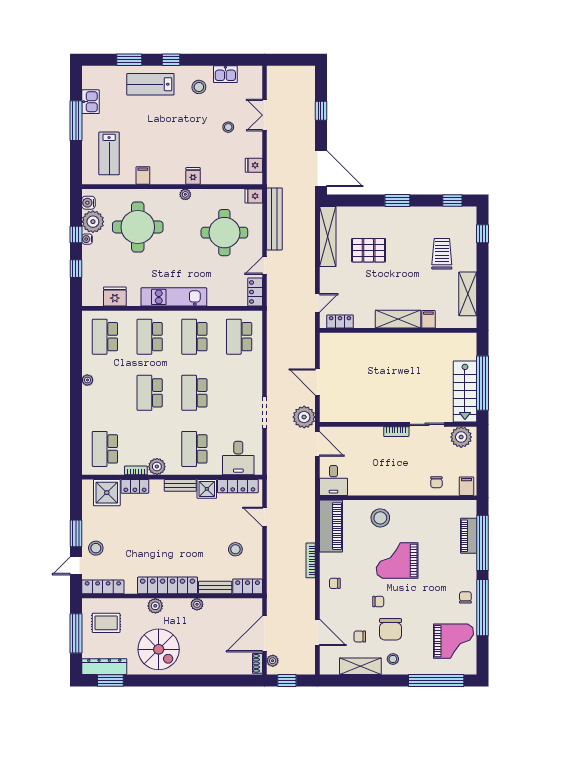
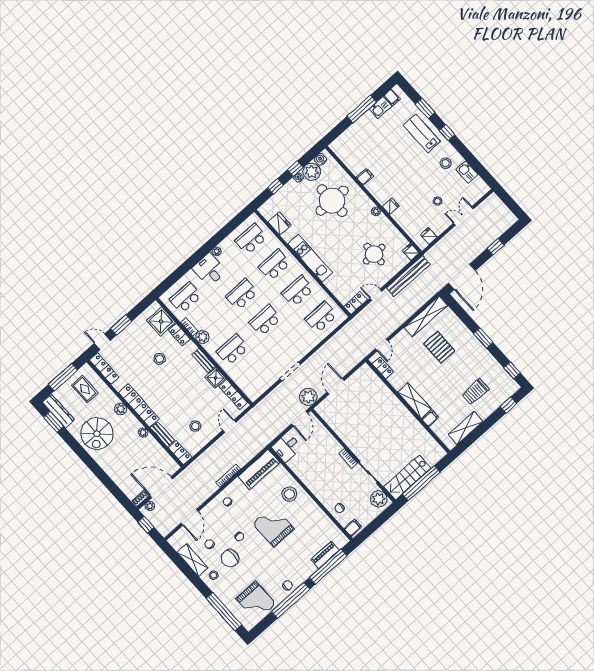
filing cabinet: (91, 82) -> (392, 97), added
lab bench: (109, 153) -> (360, 145), removed
round table: (224, 233) -> (374, 254), width x0.73, depth x0.73
trolley: (442, 254) -> (475, 392), turned 180
door: (317, 303) -> (382, 345), hinge flipped
desk: (238, 458) -> (209, 270), moved, turned 90
stool: (96, 548) -> (160, 359), moved

